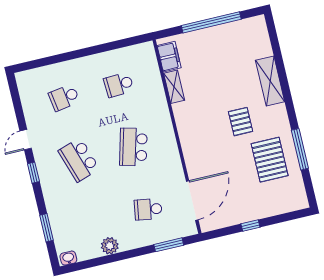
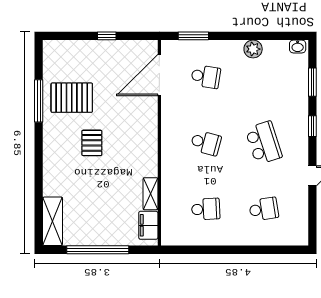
shelving: (270, 81) -> (53, 221), moved
school desk: (133, 147) -> (206, 143), width x0.54
pallet: (270, 160) -> (72, 98), turned 90
window: (33, 173) -> (312, 126), moved

